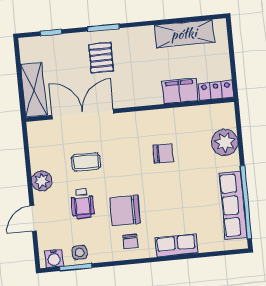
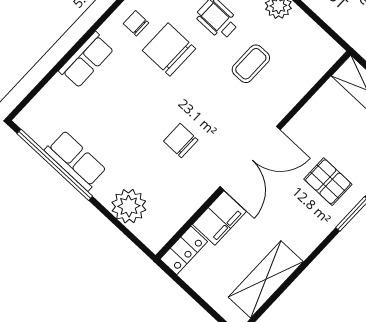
double door: (83, 114) -> (250, 158), moved
chair: (163, 153) -> (181, 141), turned 90
row of seats: (233, 205) -> (76, 160), width x0.68
chair: (125, 210) -> (169, 50), turned -90

